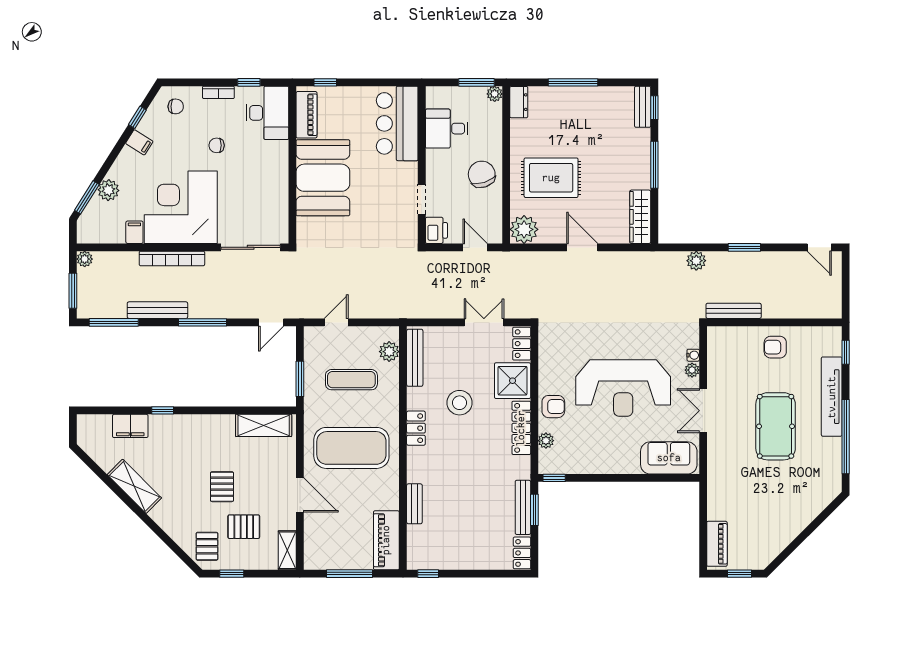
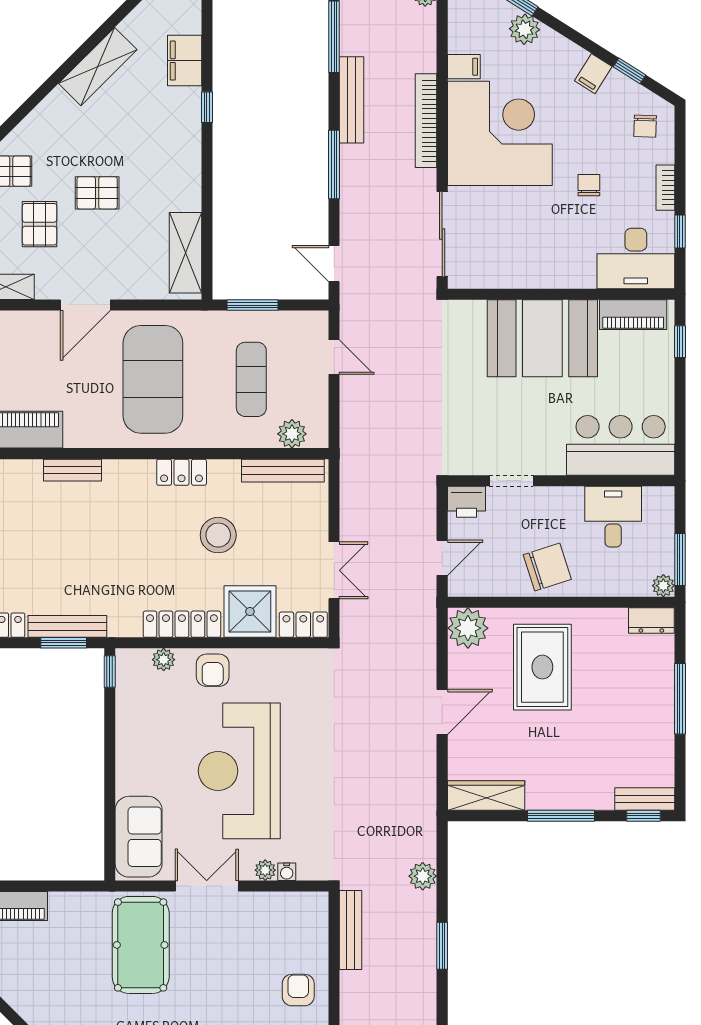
pool table: (776, 426) -> (141, 945), moved, turned 90

